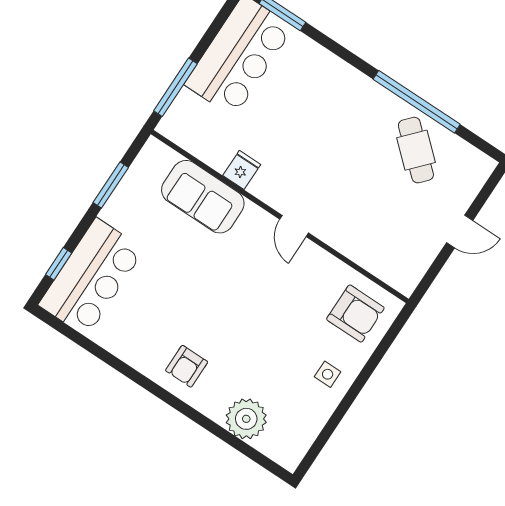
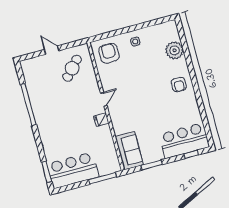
cafe table: (416, 150) -> (72, 68), moved
fridge: (242, 170) -> (101, 120), moved
sofa: (203, 197) -> (129, 151), moved
armchair: (187, 366) -> (179, 84), turned 90

